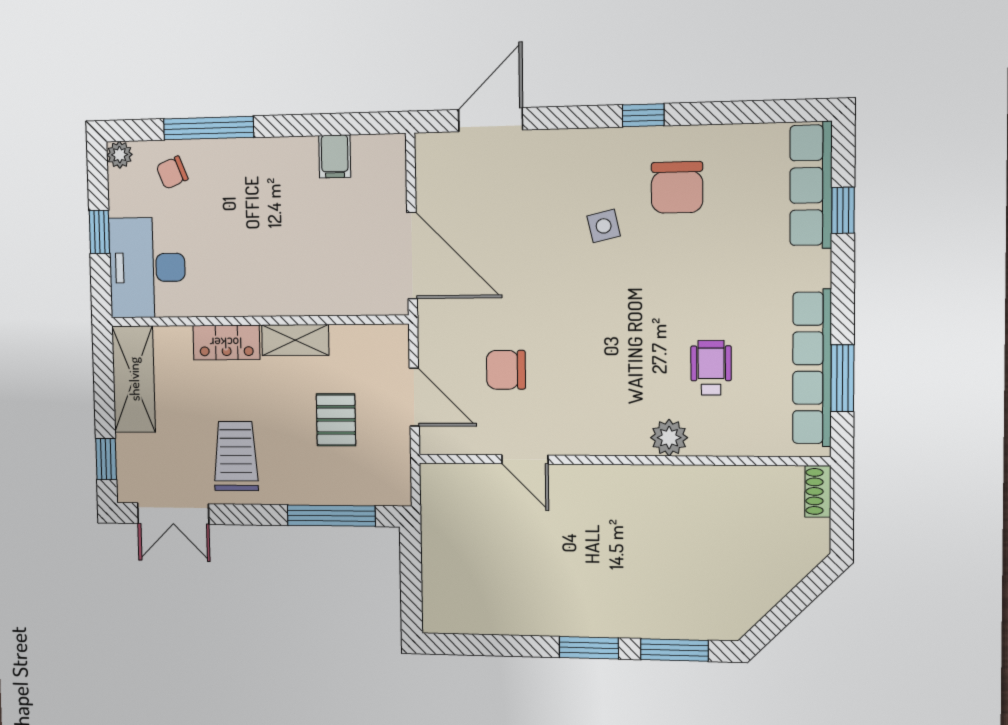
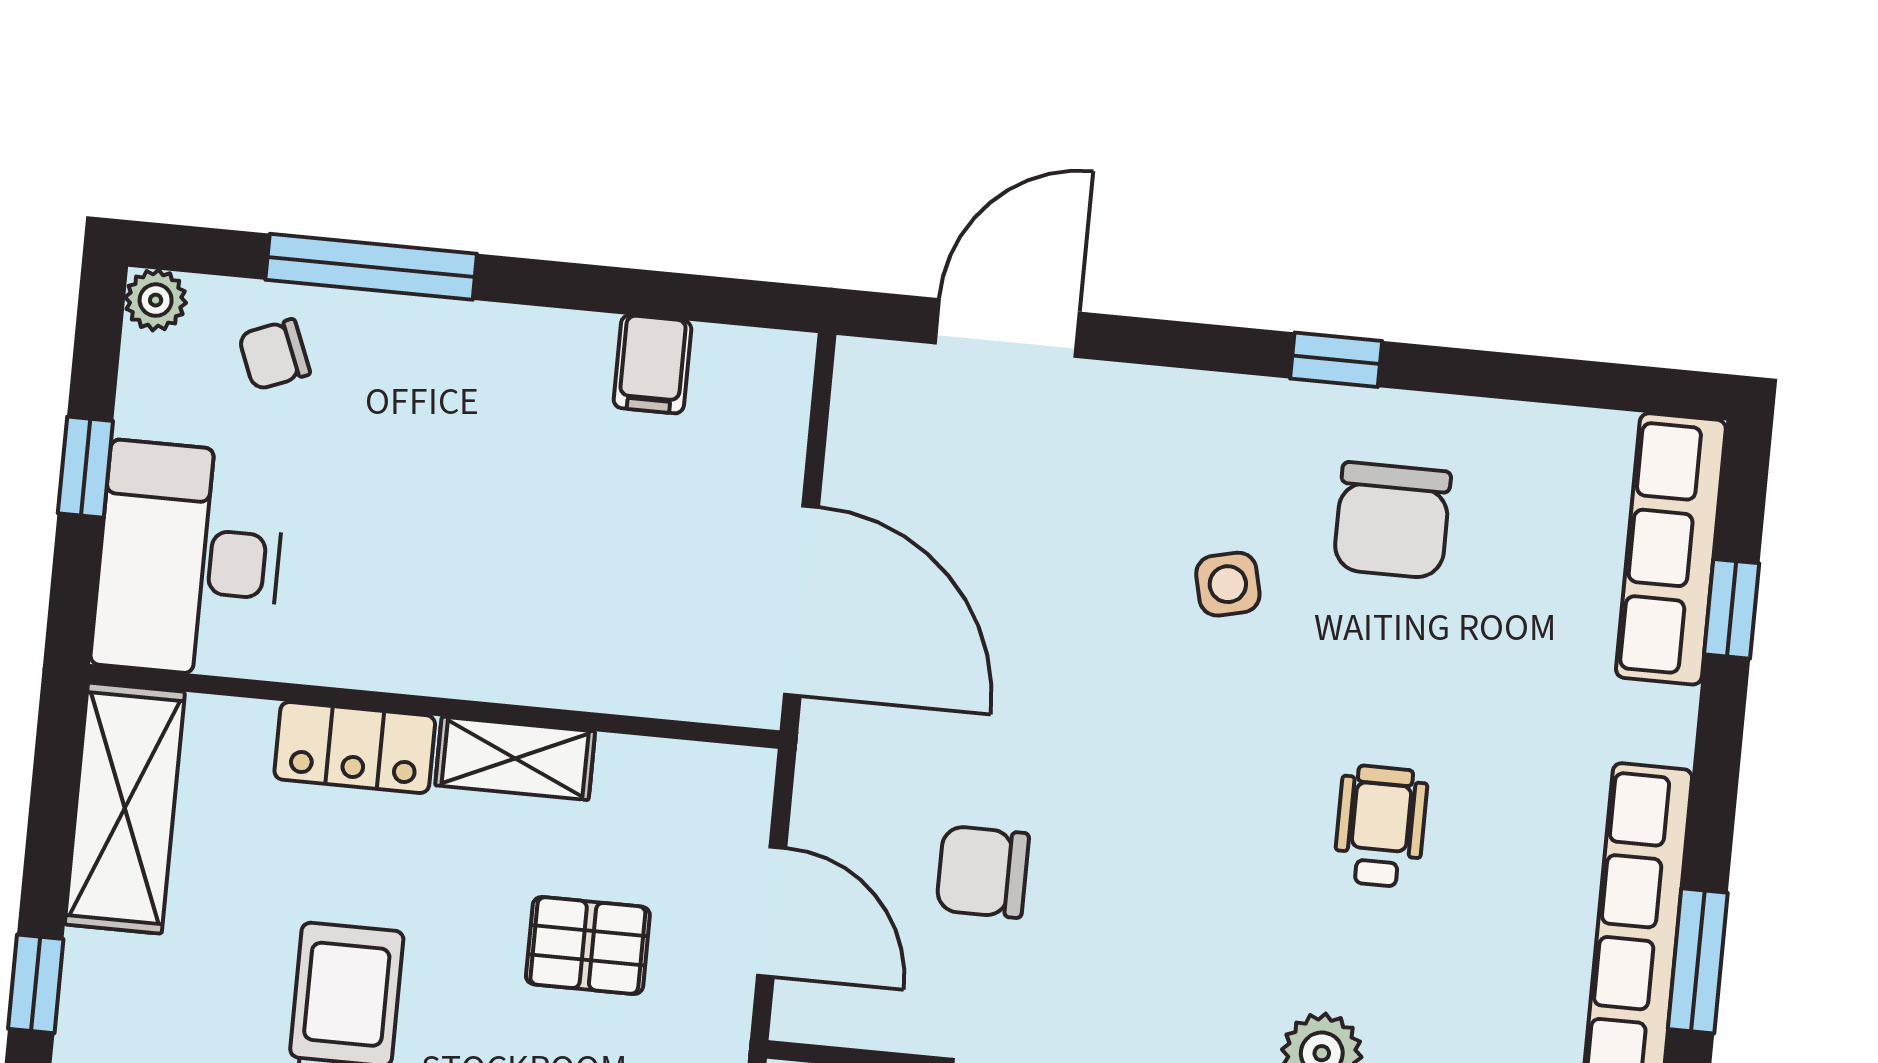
wheelchair: (711, 368) -> (1381, 826), moved
pallet: (336, 420) -> (588, 945), turned 90

